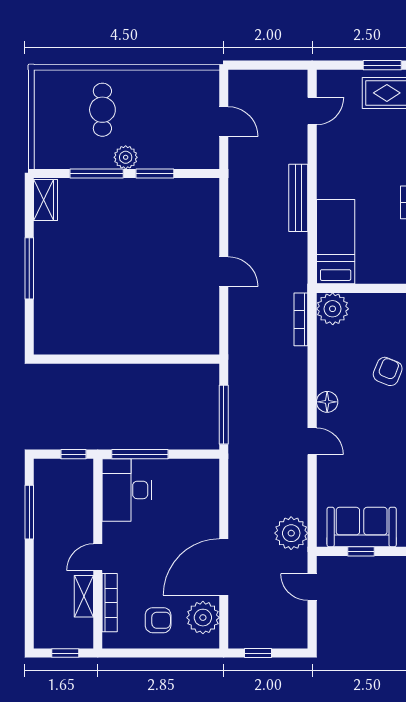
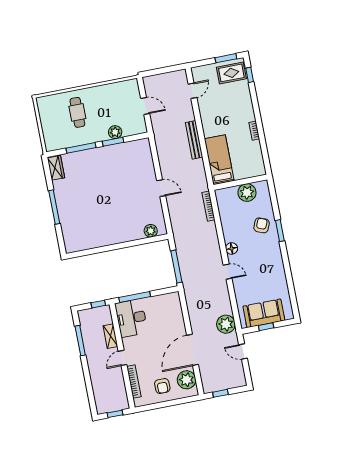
plant: (126, 157) -> (115, 132), moved
plant: (333, 309) -> (247, 193), moved
plant: (191, 343) -> (151, 231), added
shelving: (84, 596) -> (110, 336), moved
armchair: (158, 620) -> (162, 386), turned 90

